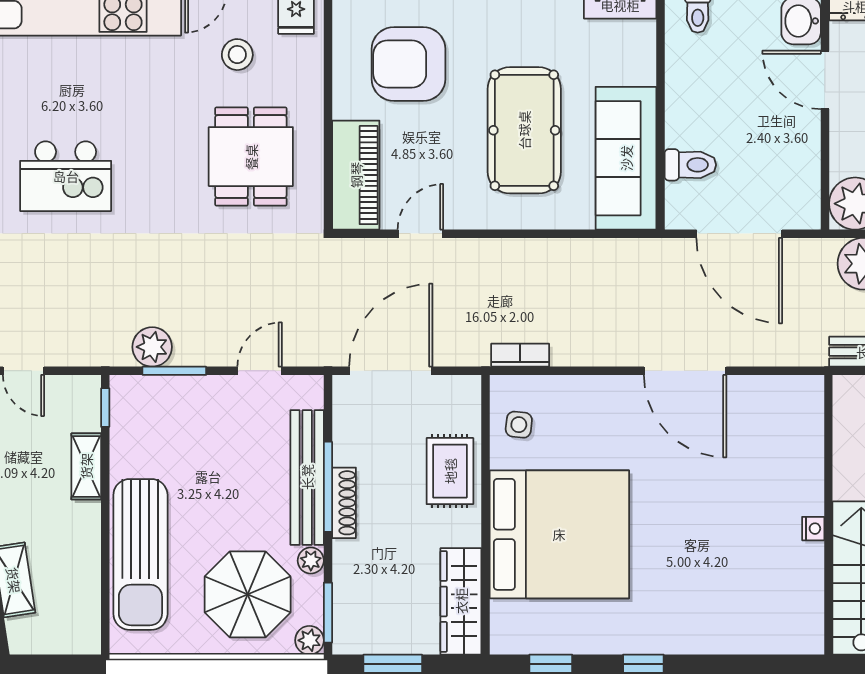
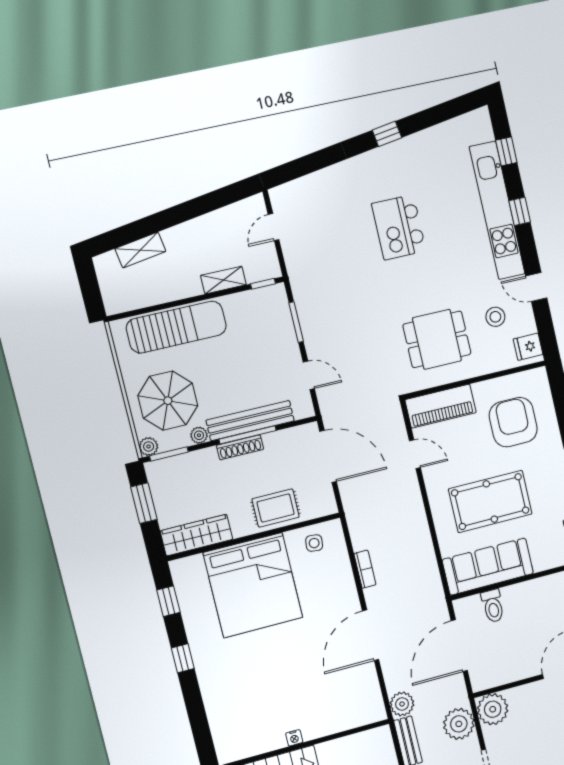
plant: (152, 347) -> (402, 704), moved
bookcase: (520, 355) -> (365, 569), moved
sun lounger: (140, 554) -> (176, 327), turned 180

